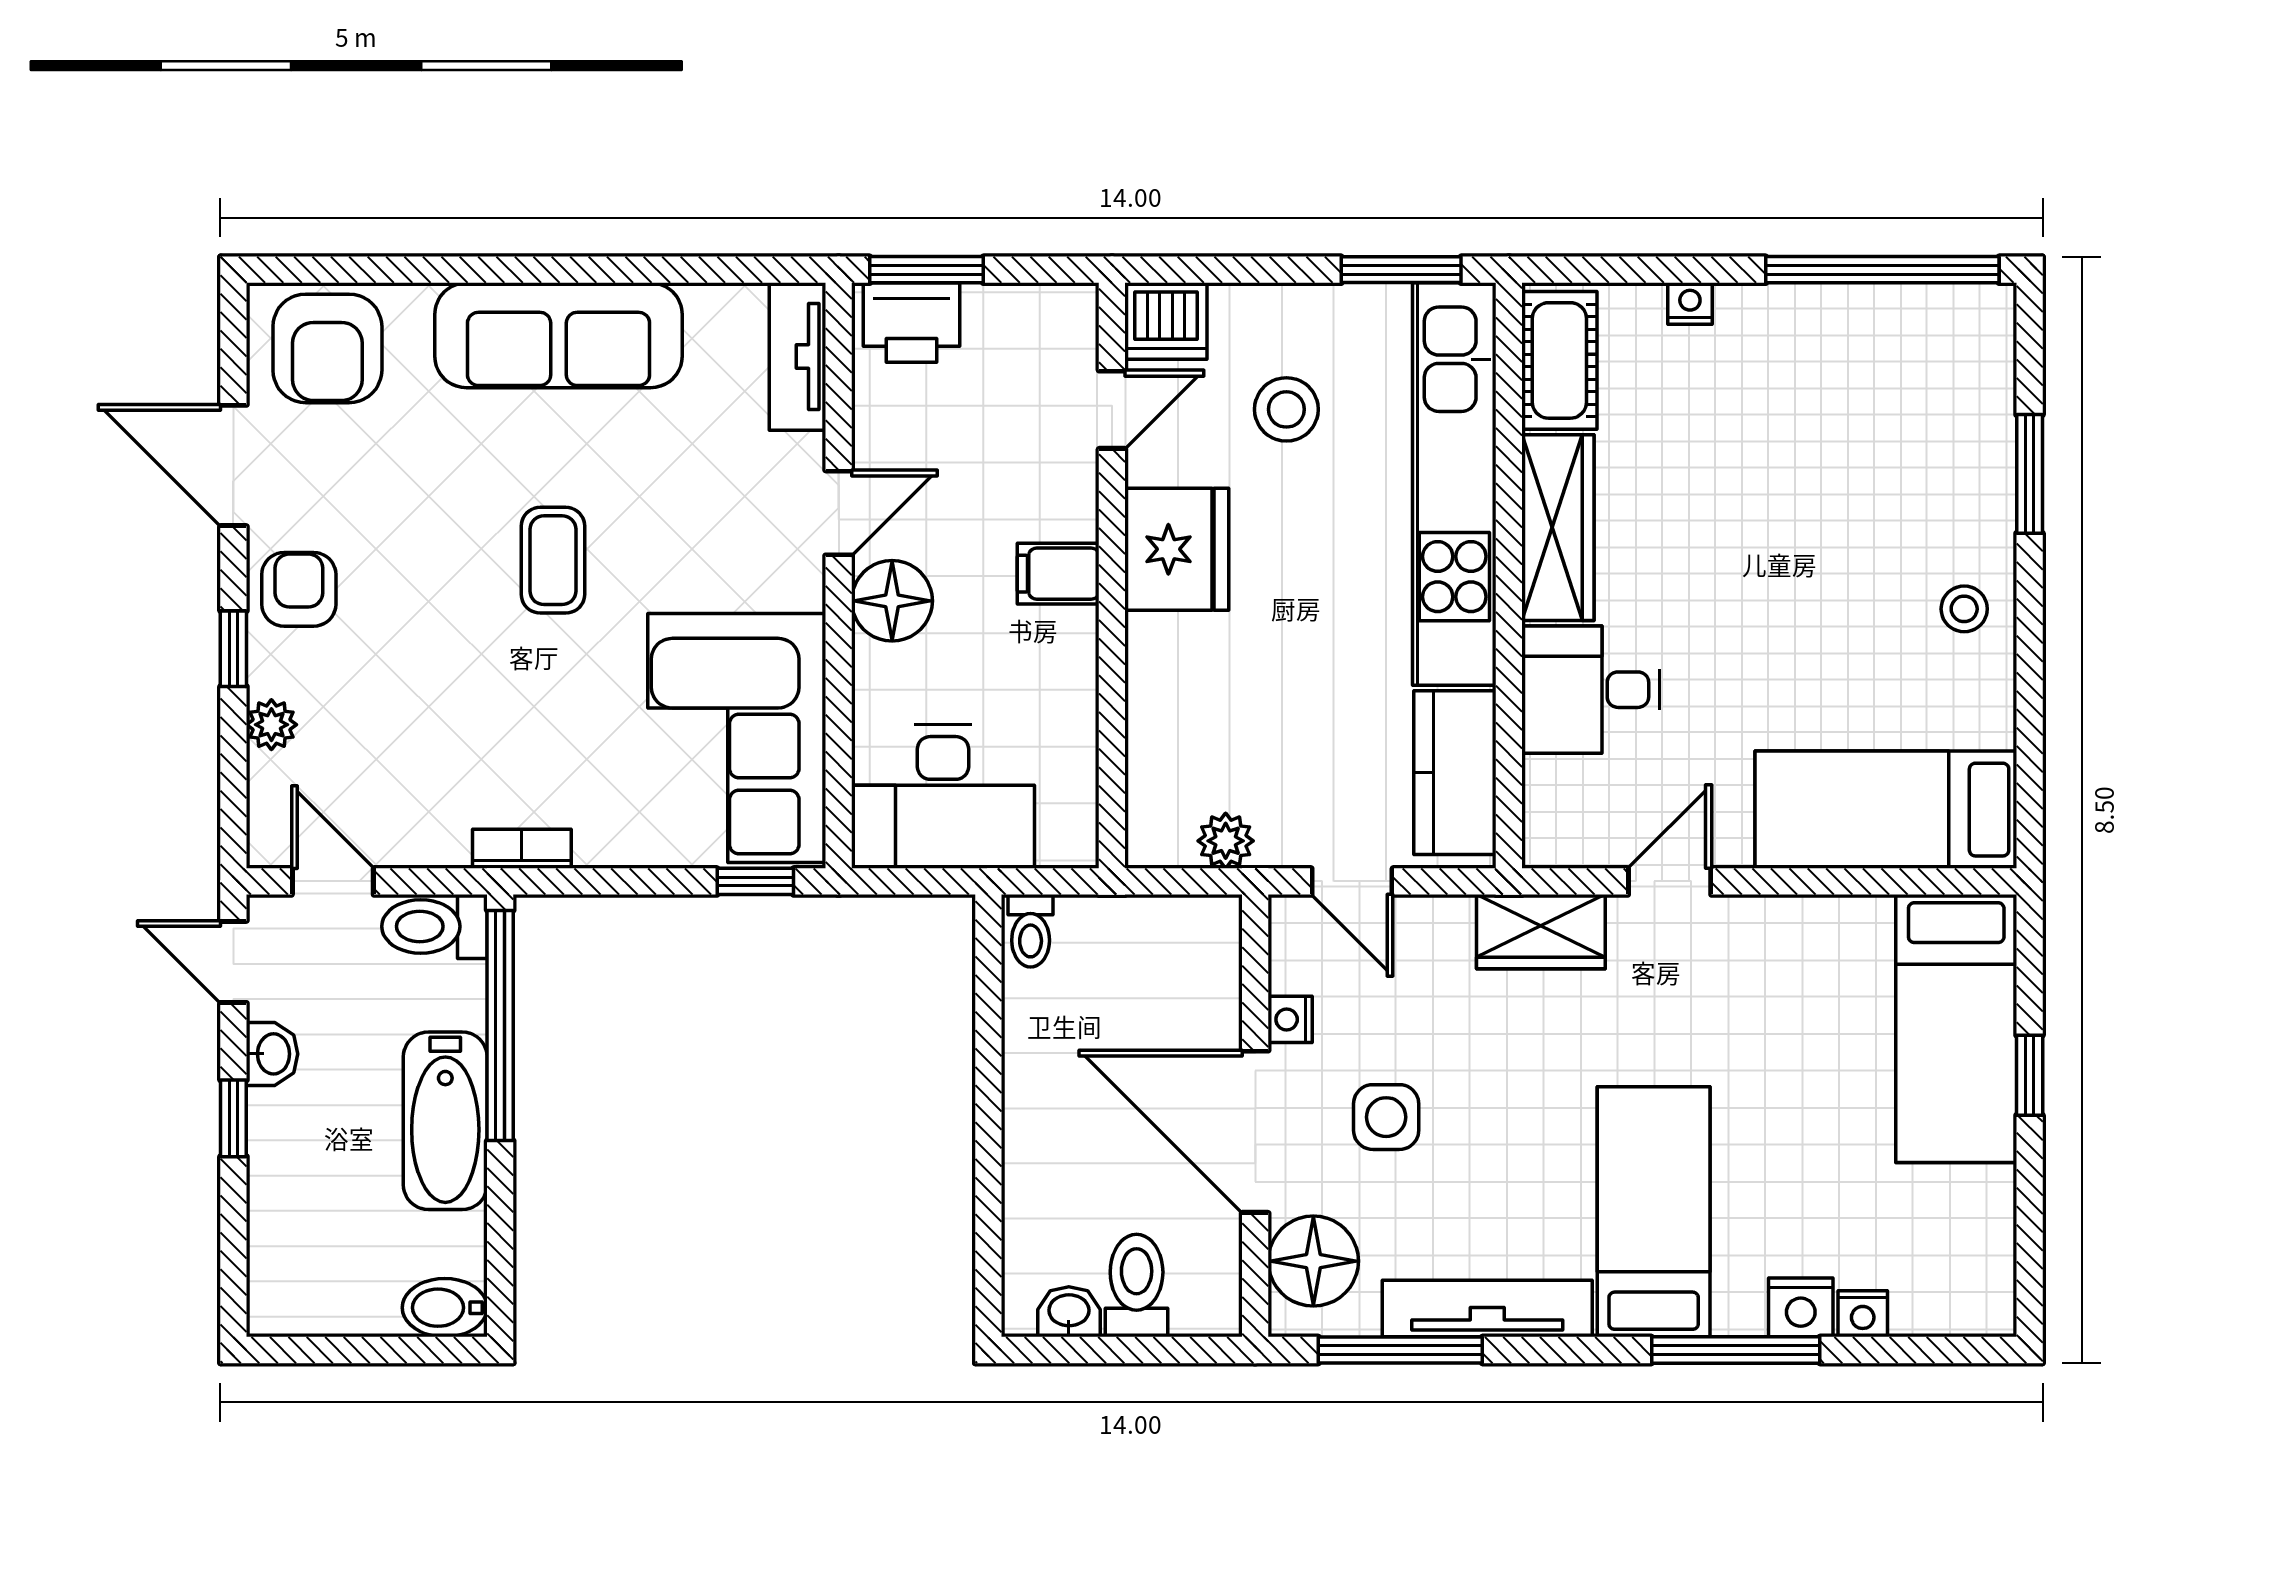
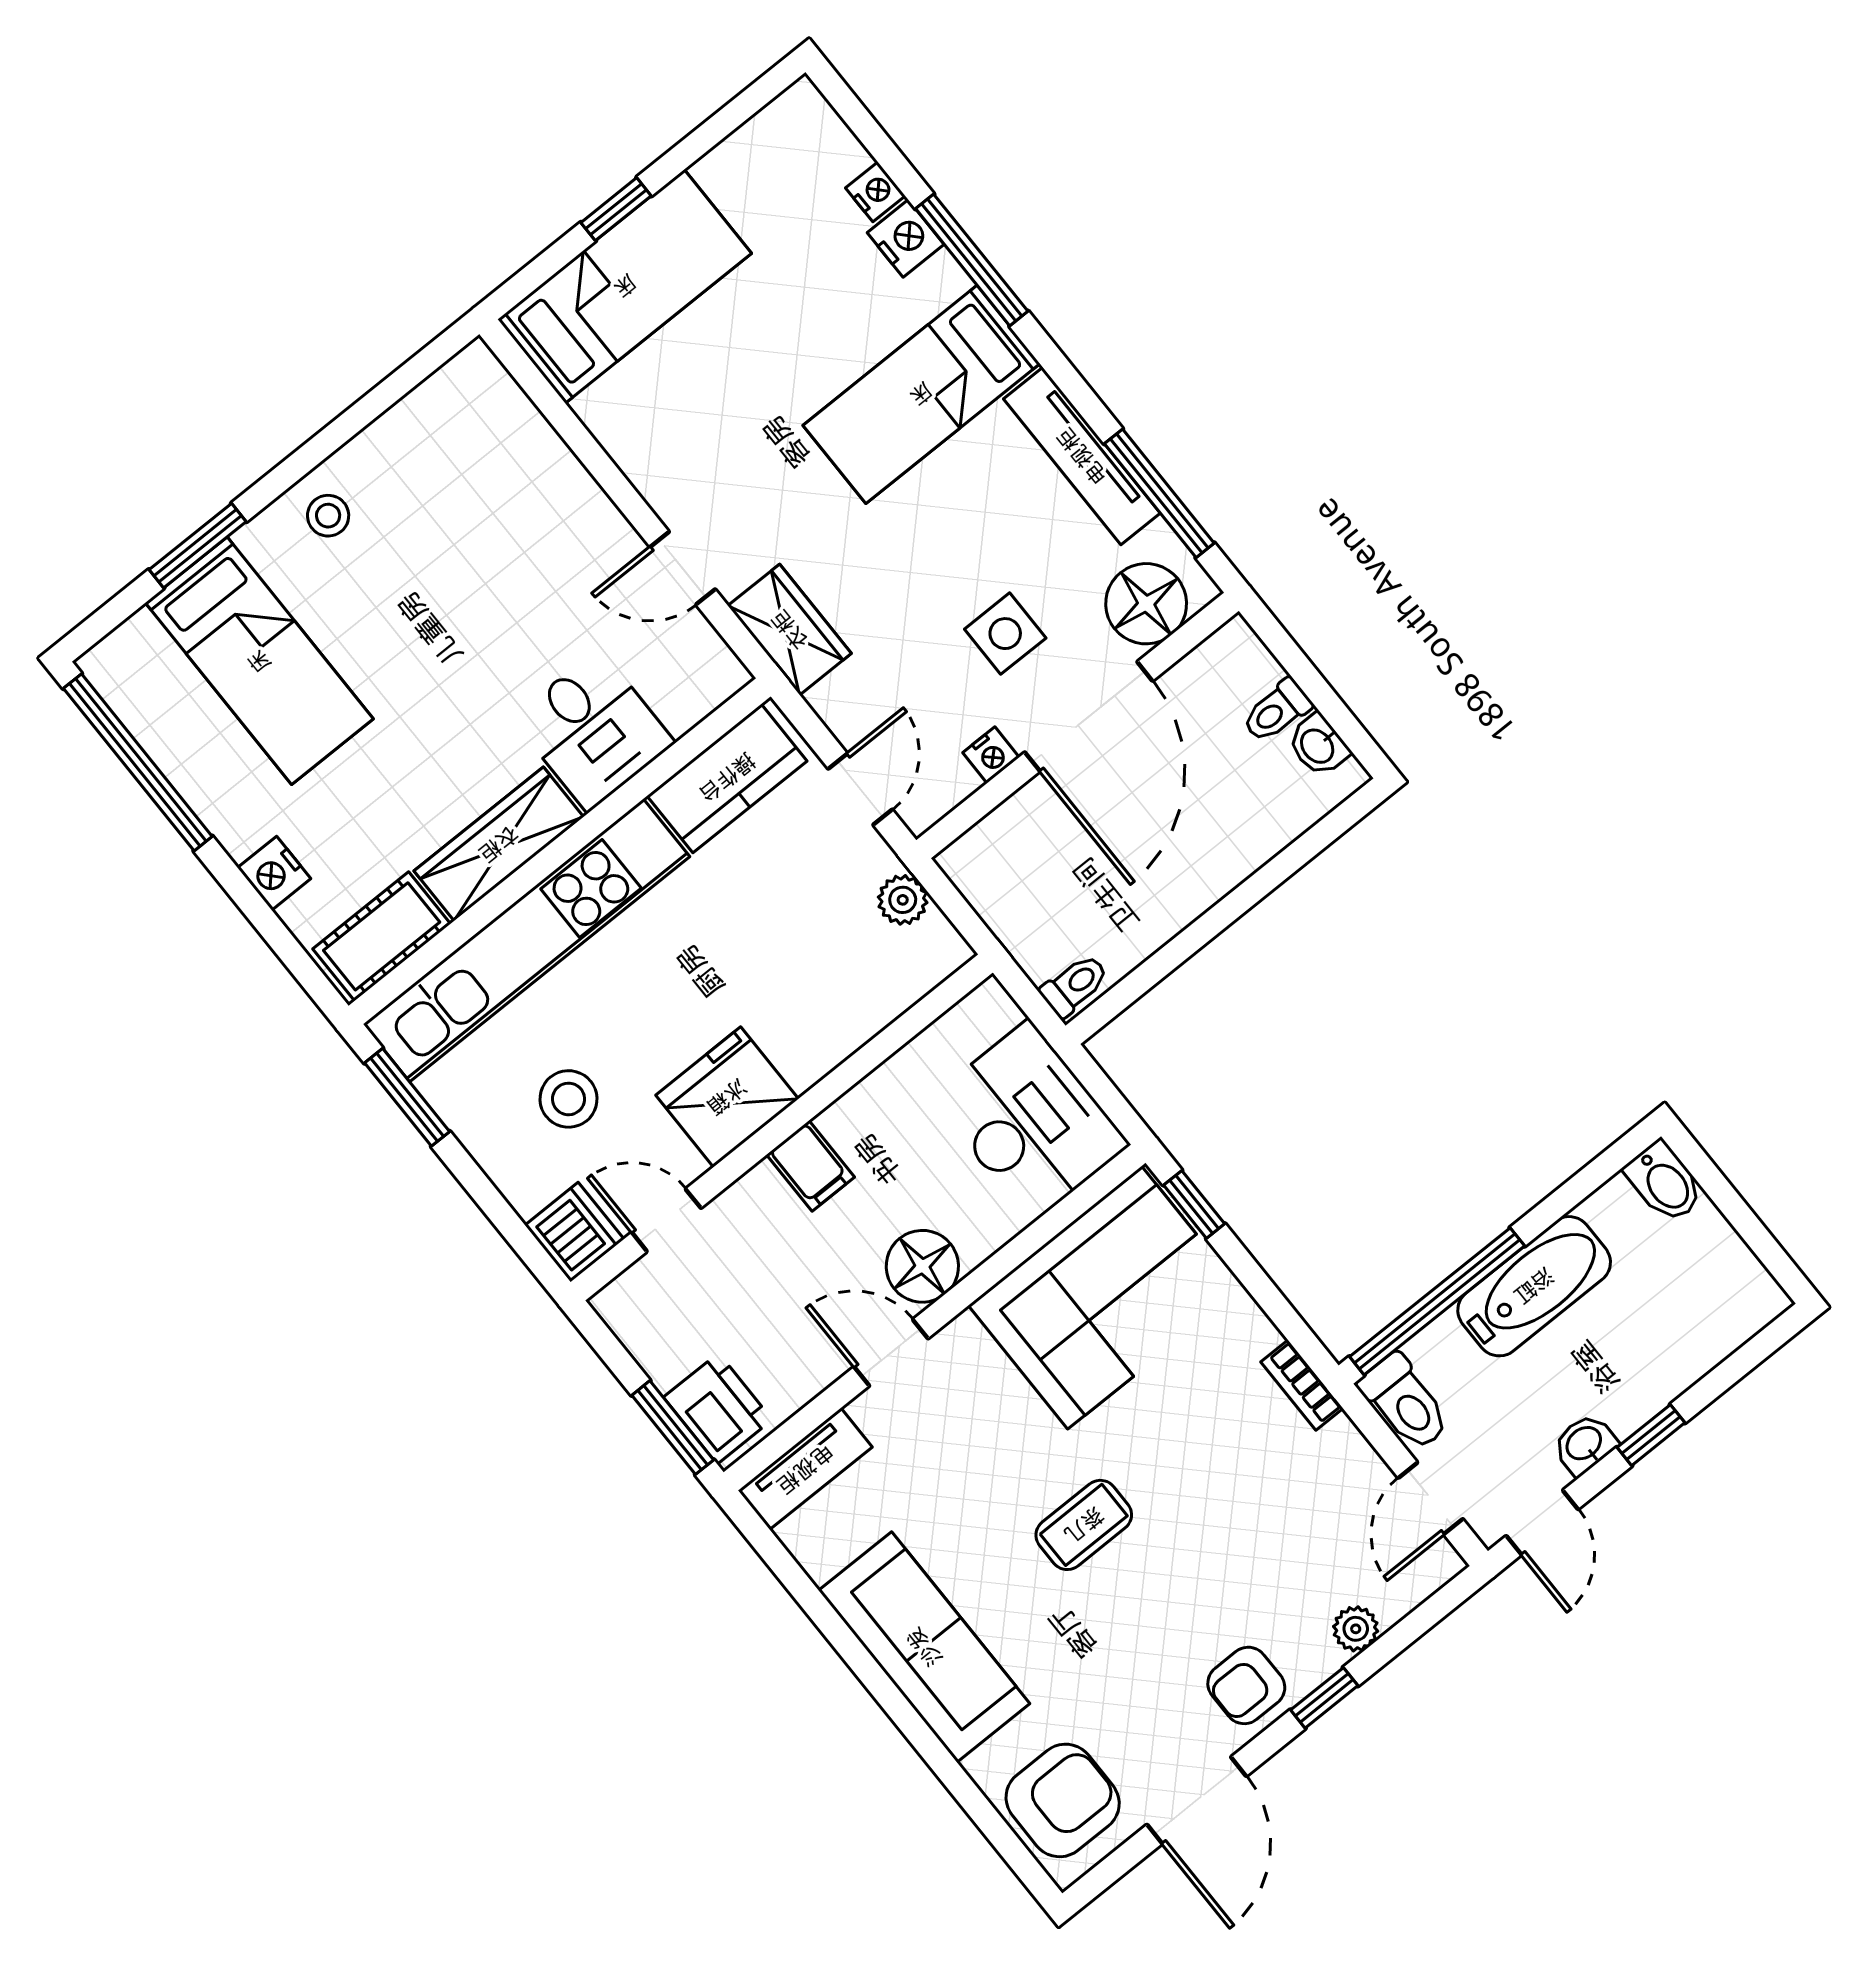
nightstand: (1690, 304) -> (274, 873), width x1.39, depth x1.35
bed: (1886, 810) -> (259, 661), moved
toilet: (1137, 1286) -> (1277, 711), width x0.73, depth x0.72

